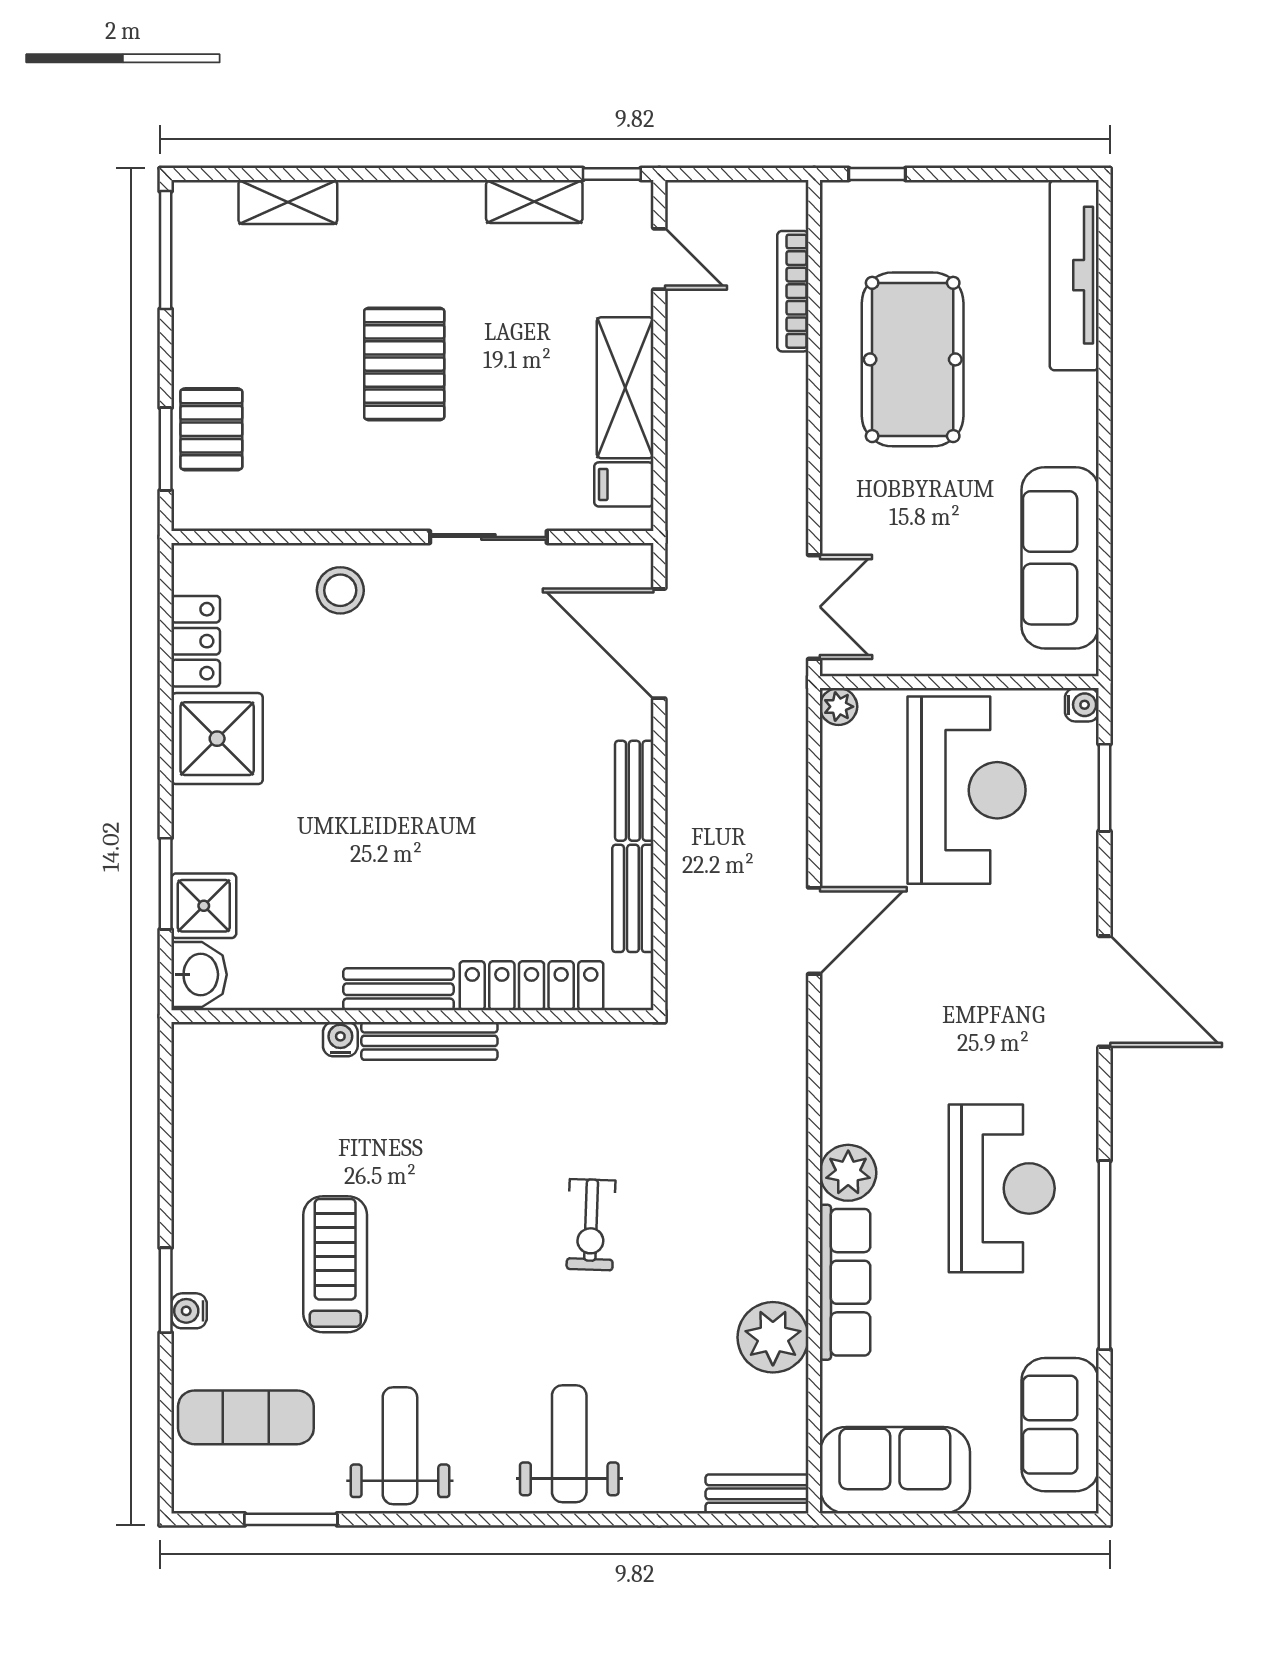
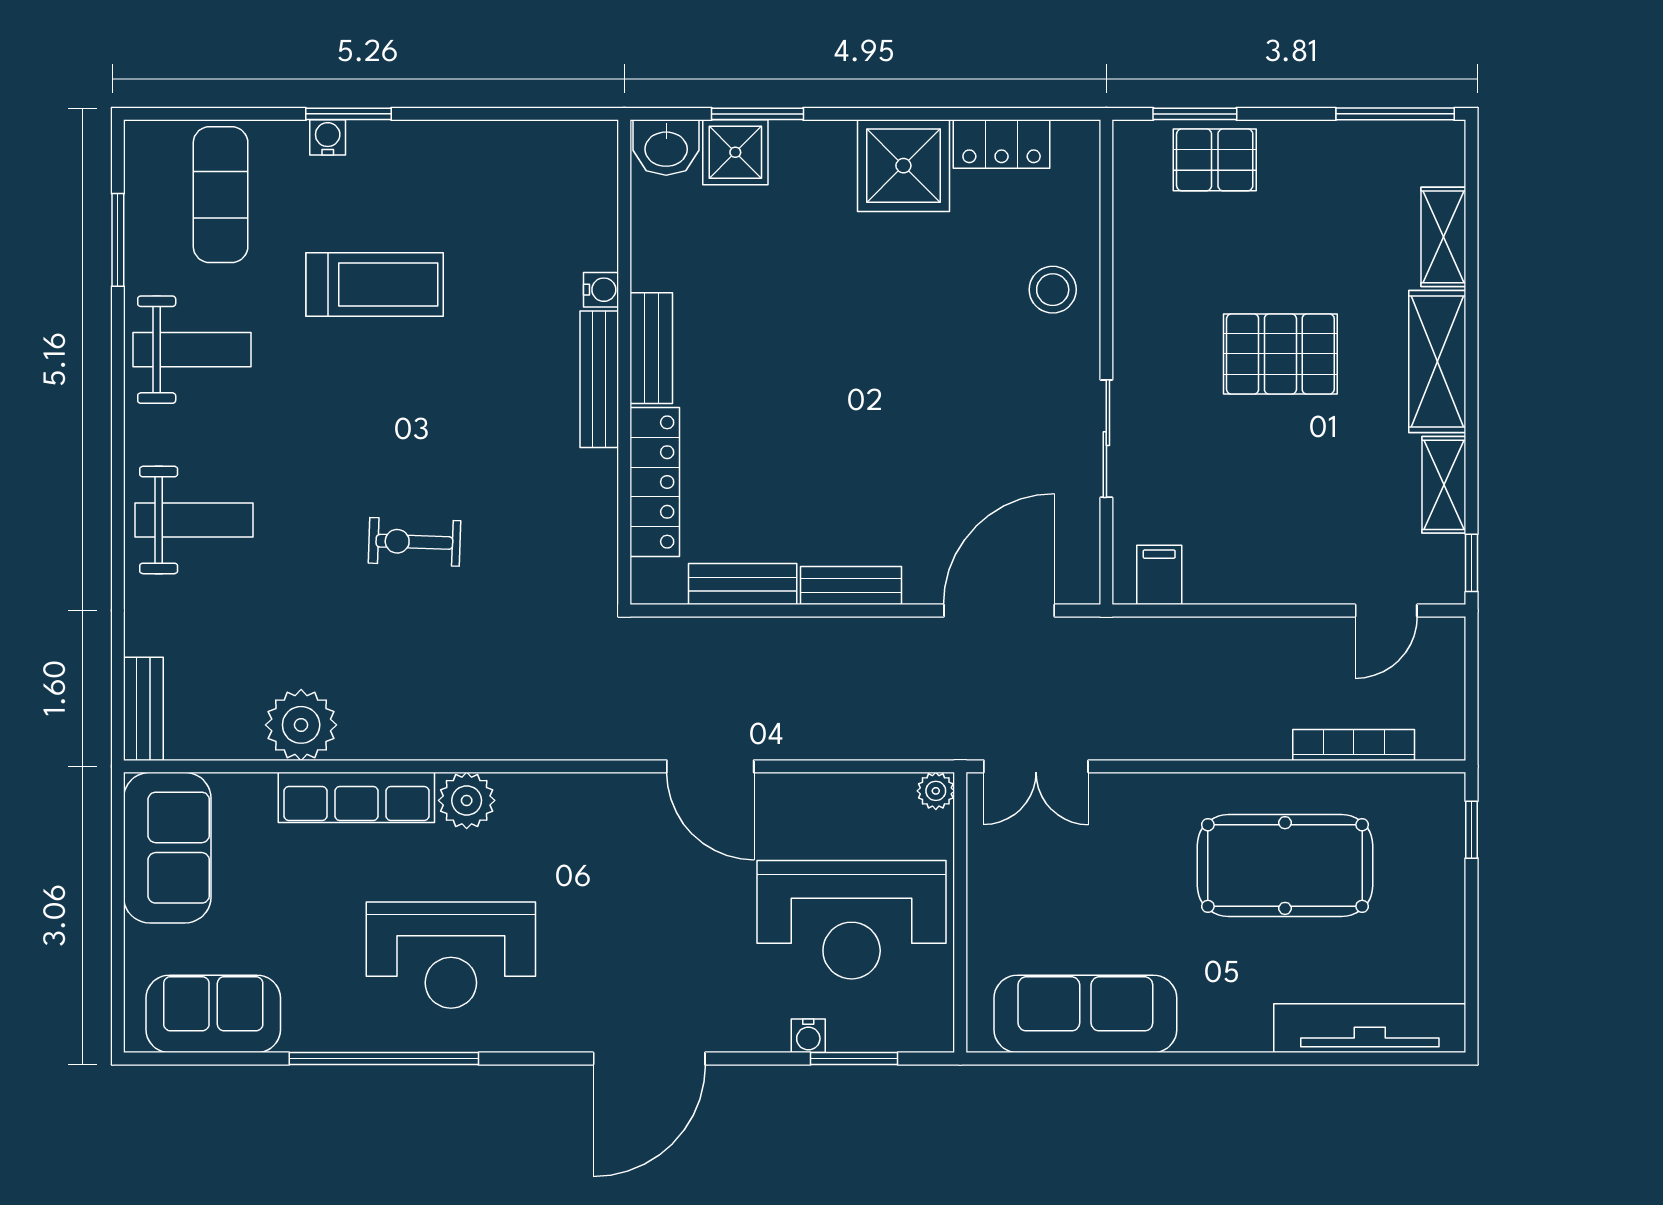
shelving: (625, 388) -> (1437, 361), moved, turned 90
water cooler: (1082, 705) -> (808, 1036), moved

